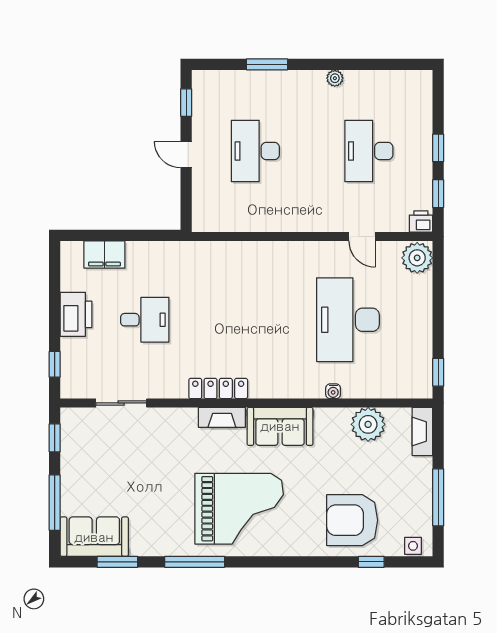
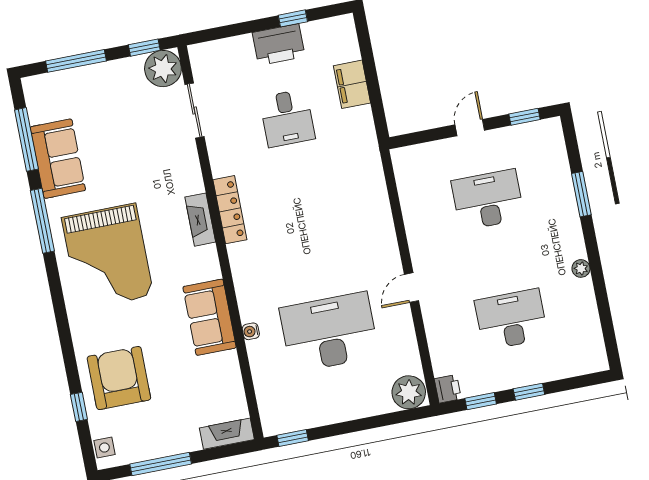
door: (362, 236) -> (412, 288), moved
filing cabinet: (104, 254) -> (352, 84), moved
window: (55, 364) -> (293, 18), moved
plant: (368, 424) -> (163, 69), moved
sofa: (280, 426) -> (210, 317), moved
sofa: (94, 537) -> (58, 159), moved
window: (117, 562) -> (26, 139), width x1.44

